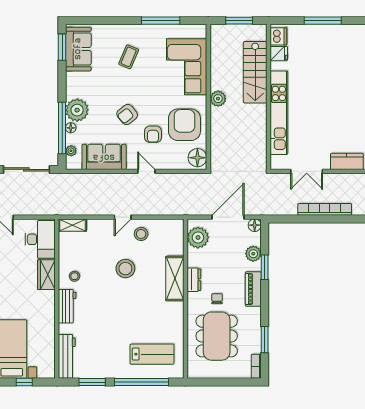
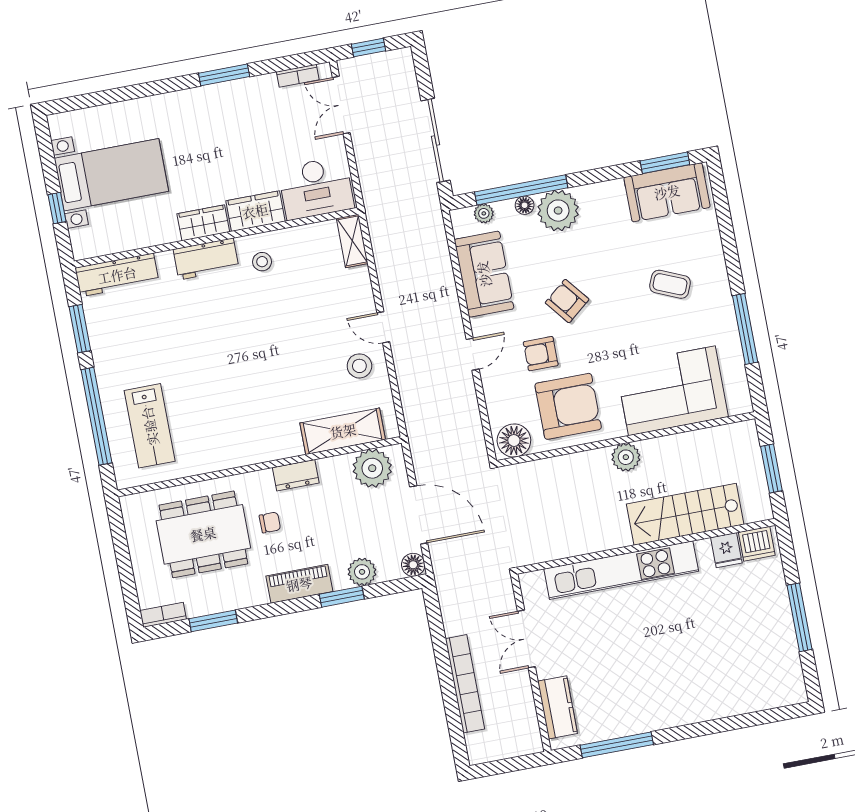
stool: (125, 269) -> (293, 350), removed
shelving: (175, 278) -> (343, 431), moved
wardrobe: (47, 304) -> (203, 223), added

